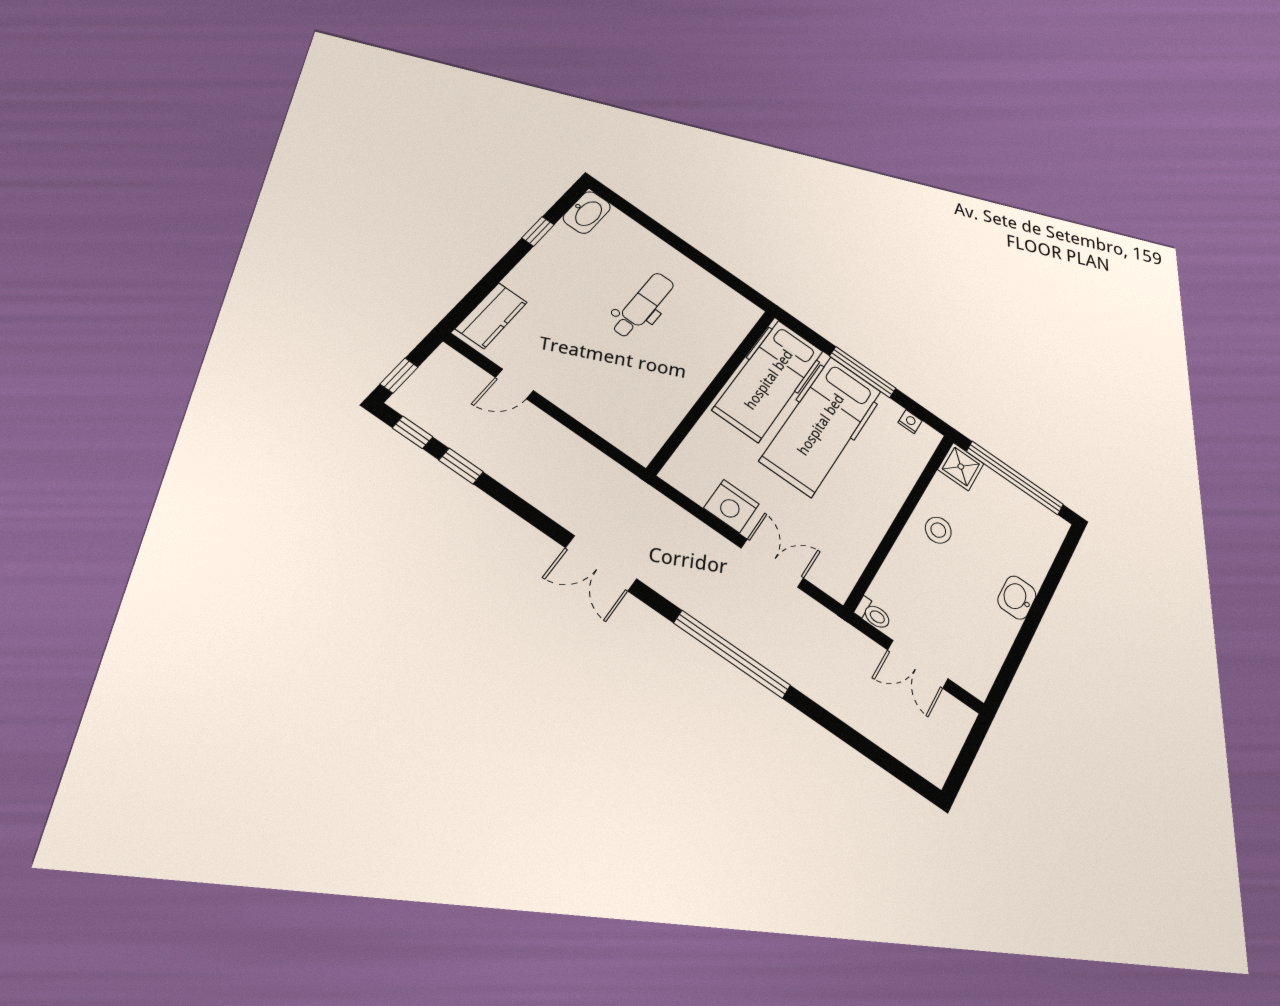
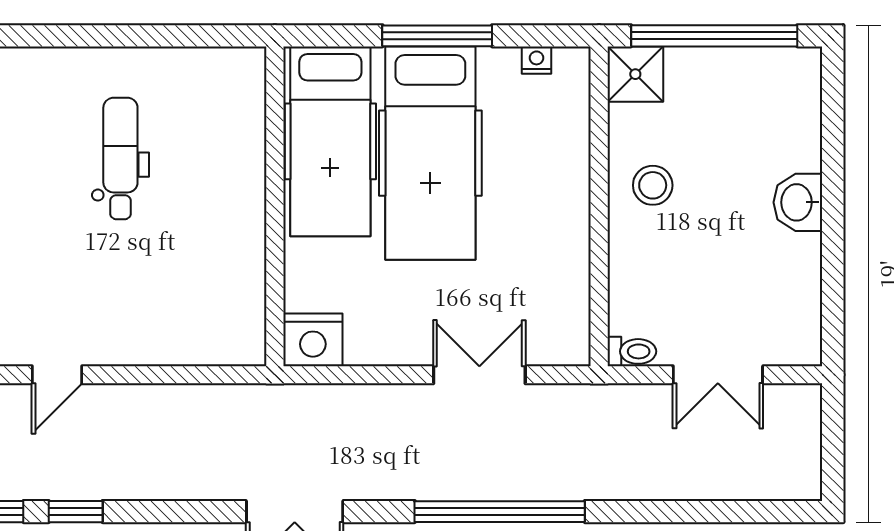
nightstand: (731, 506) -> (313, 340), moved

